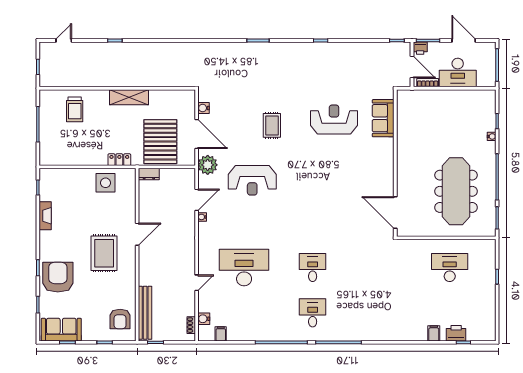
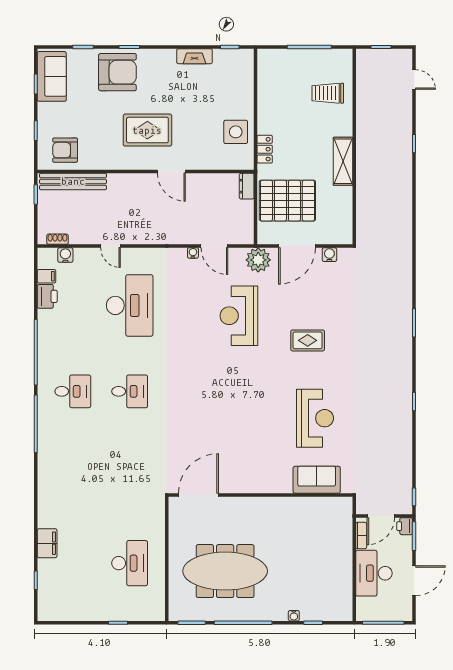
filing cabinet: (434, 333) -> (47, 543), width x2.00
printer: (456, 333) -> (47, 296), moved

